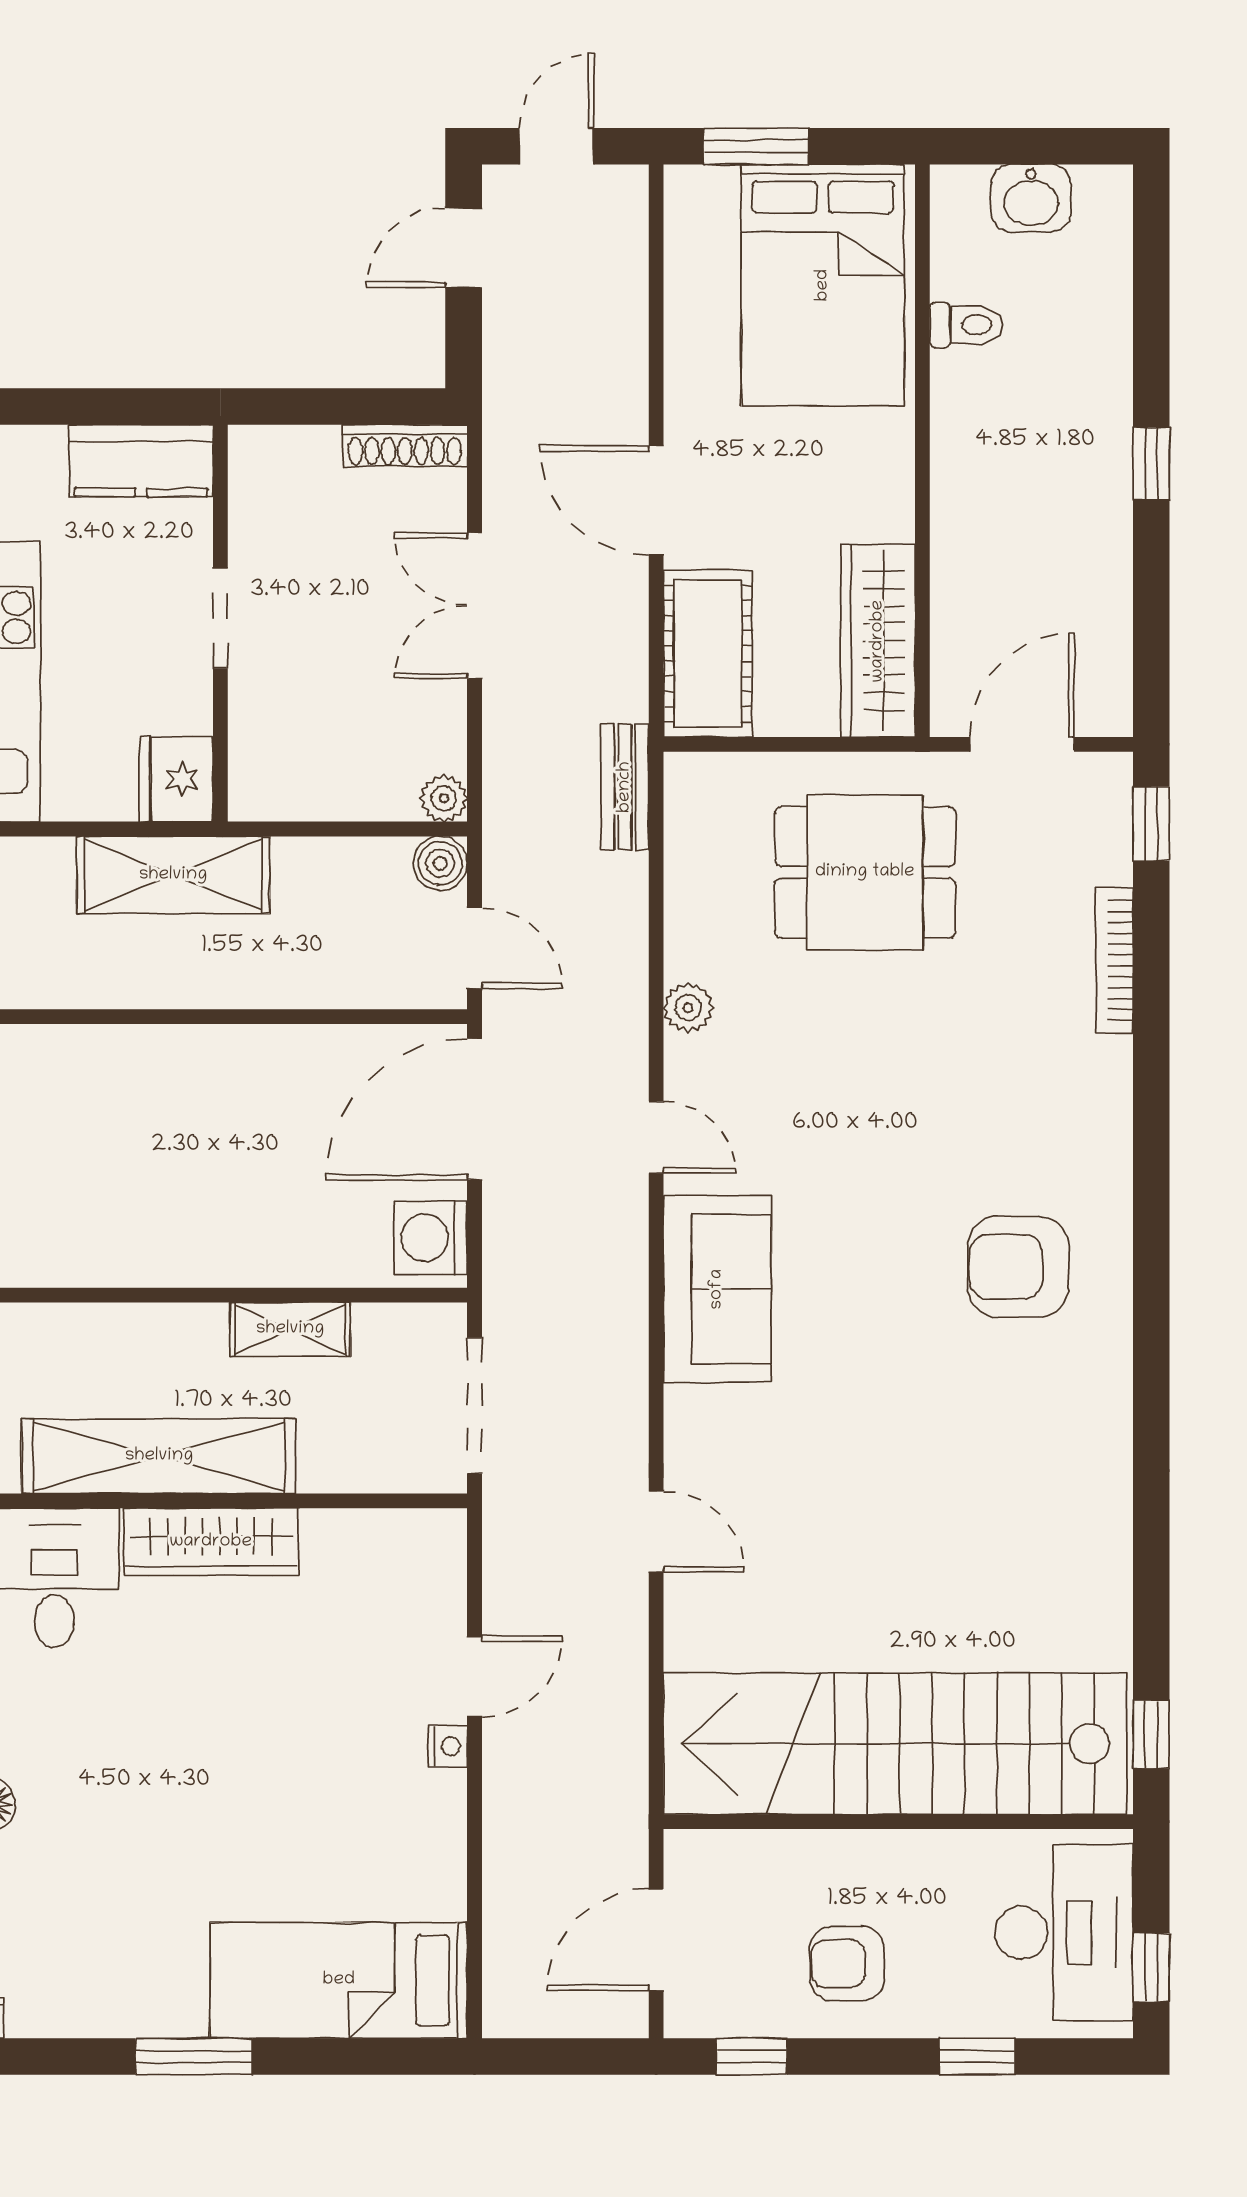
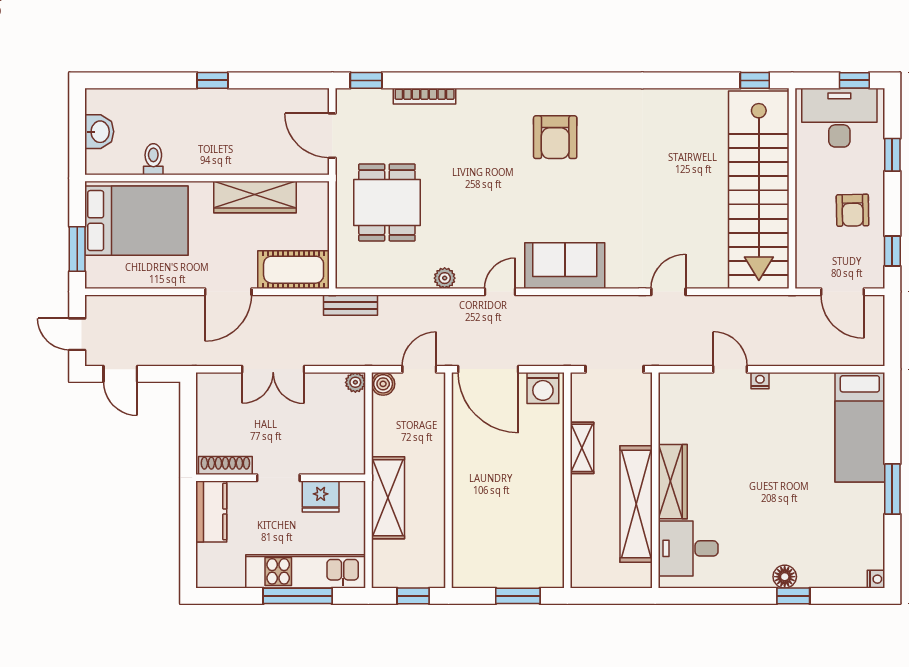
shoe rack: (405, 446) -> (225, 466), moved, turned -90
wardrobe: (878, 641) -> (255, 197), moved
fridge: (176, 779) -> (321, 496), moved

